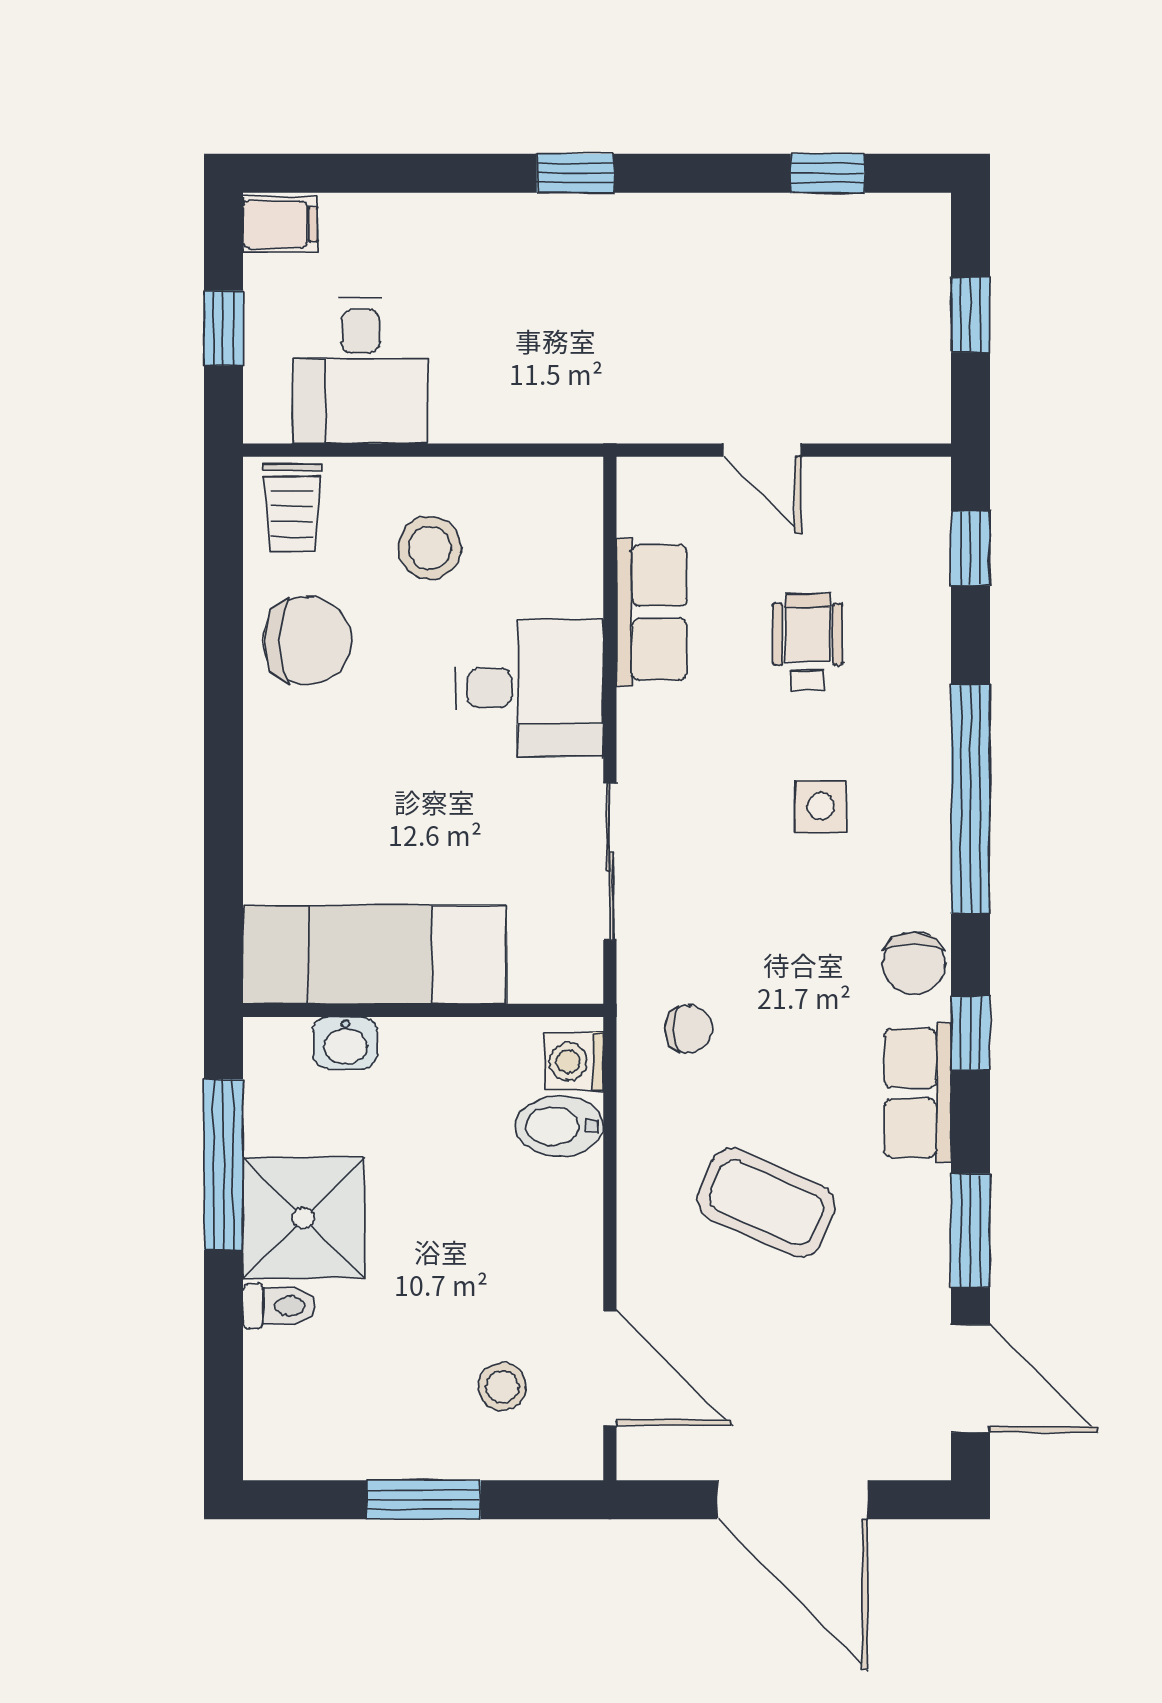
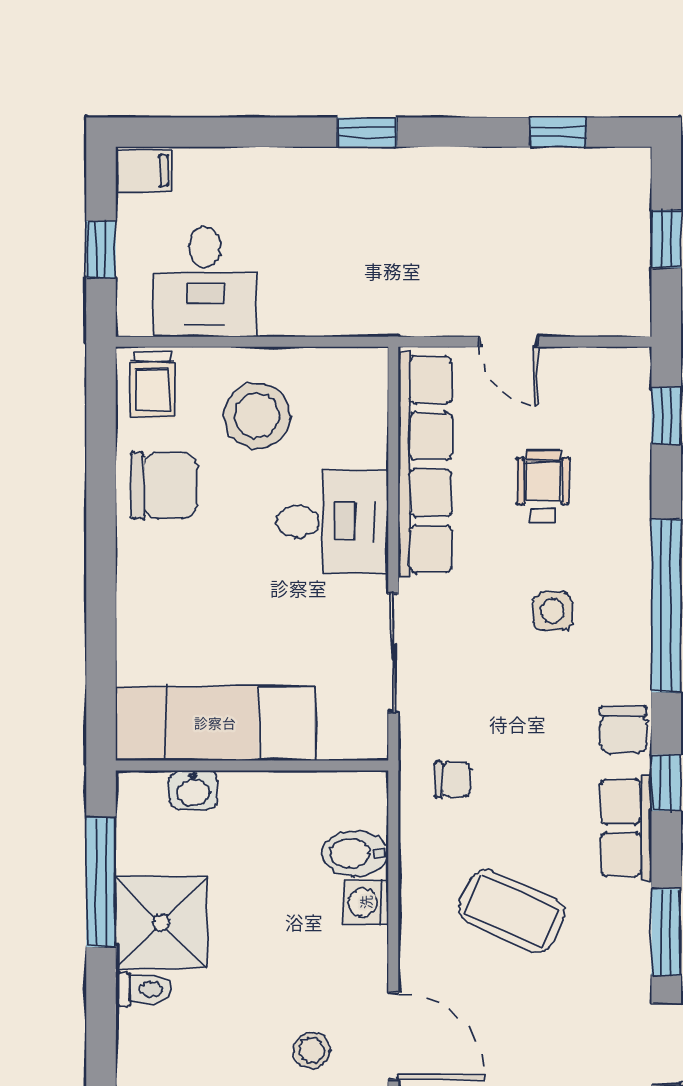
stool: (430, 548) -> (257, 416), width x1.38, depth x1.38
row of seats: (652, 612) -> (425, 464), width x2.02
washing machine: (574, 1062) -> (366, 902), moved

